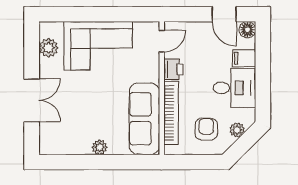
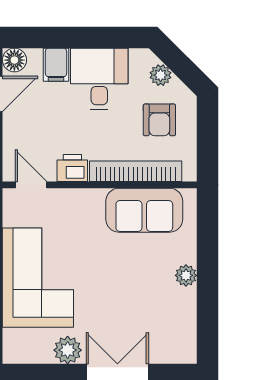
plant: (48, 48) -> (68, 350), moved
sofa: (144, 119) -> (144, 210), width x0.73
armchair: (206, 129) -> (159, 120), turned -90

